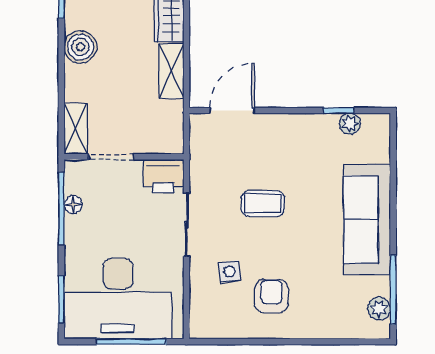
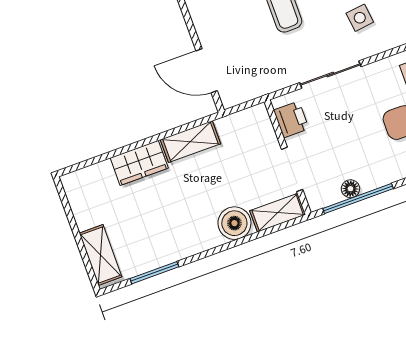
boiler: (80, 47) -> (234, 223), moved
printer: (163, 176) -> (291, 119), width x0.73, depth x0.81

